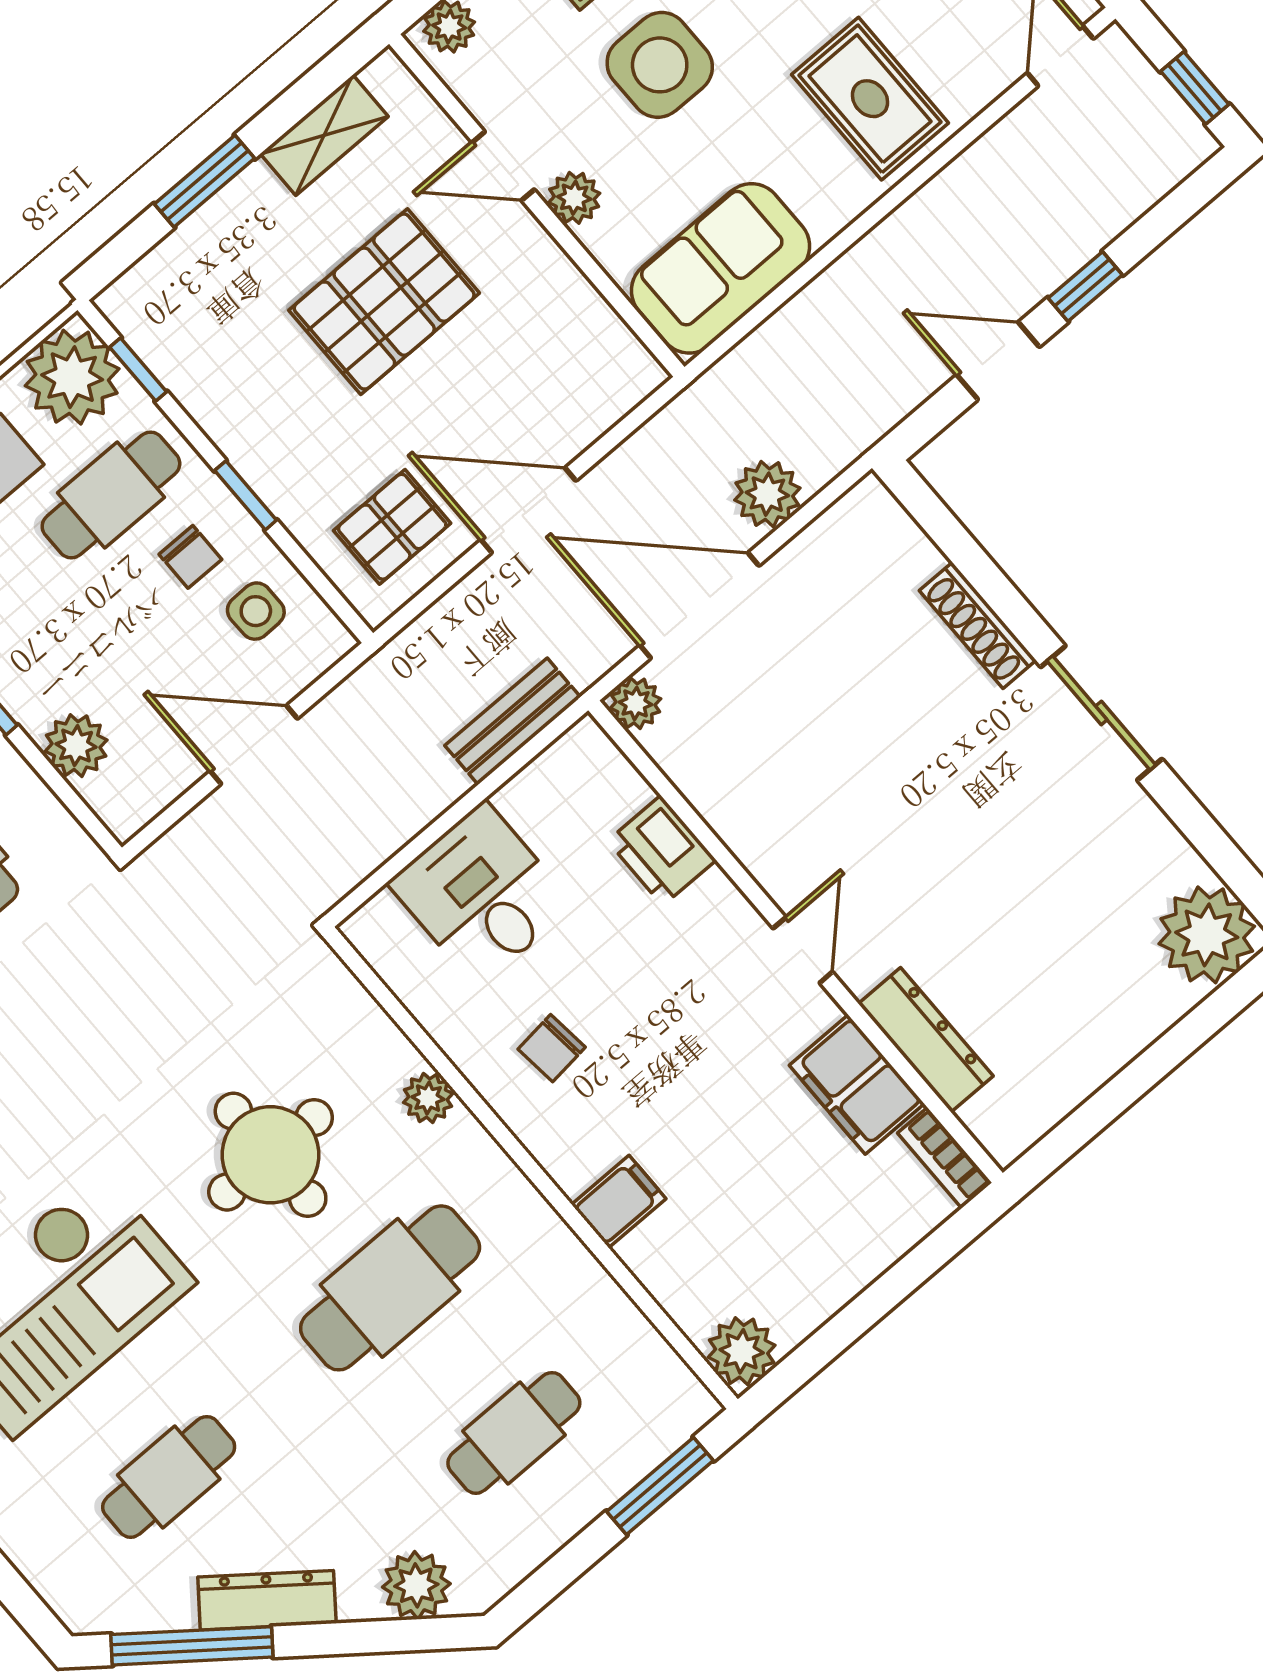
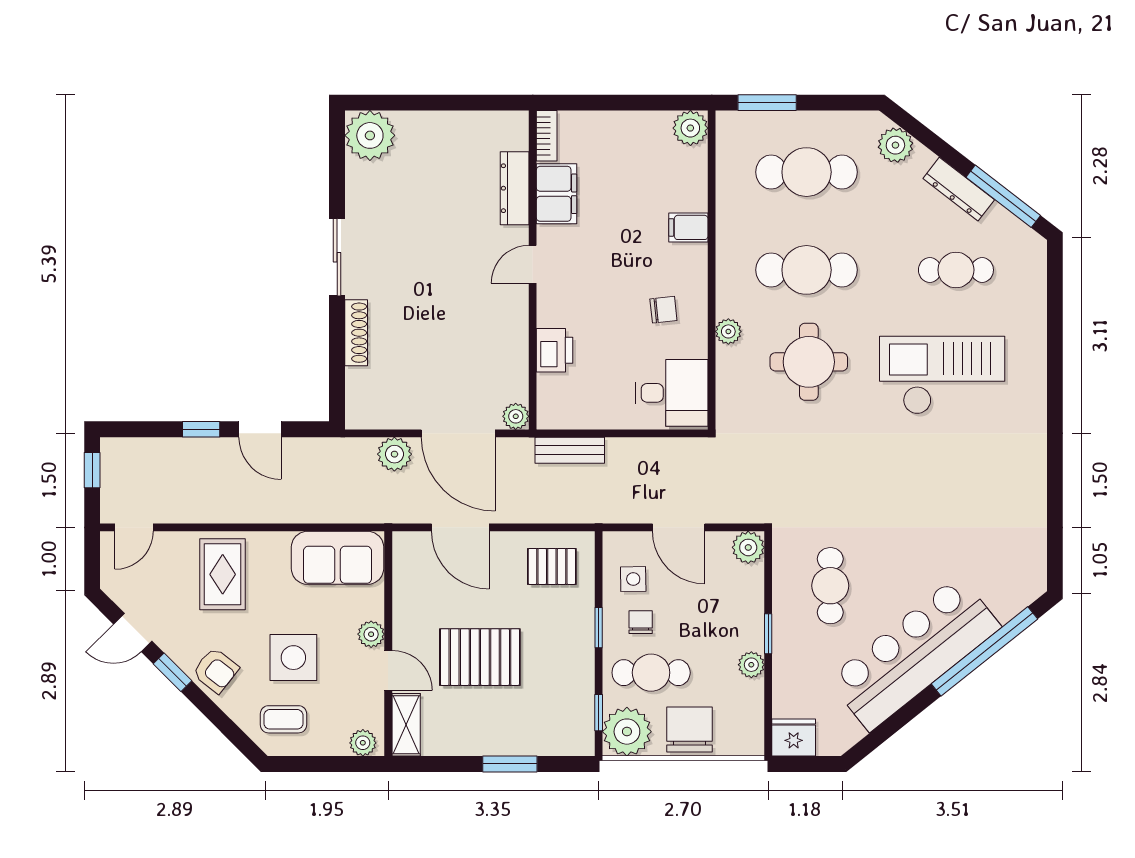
shelving: (324, 135) -> (406, 725), moved, turned 90
door: (528, 510) -> (460, 527), moved
plant: (76, 746) -> (748, 547), moved
desk: (481, 894) -> (672, 393), moved, turned -90
cafe table: (514, 1433) -> (807, 172), width x1.37, depth x1.35

